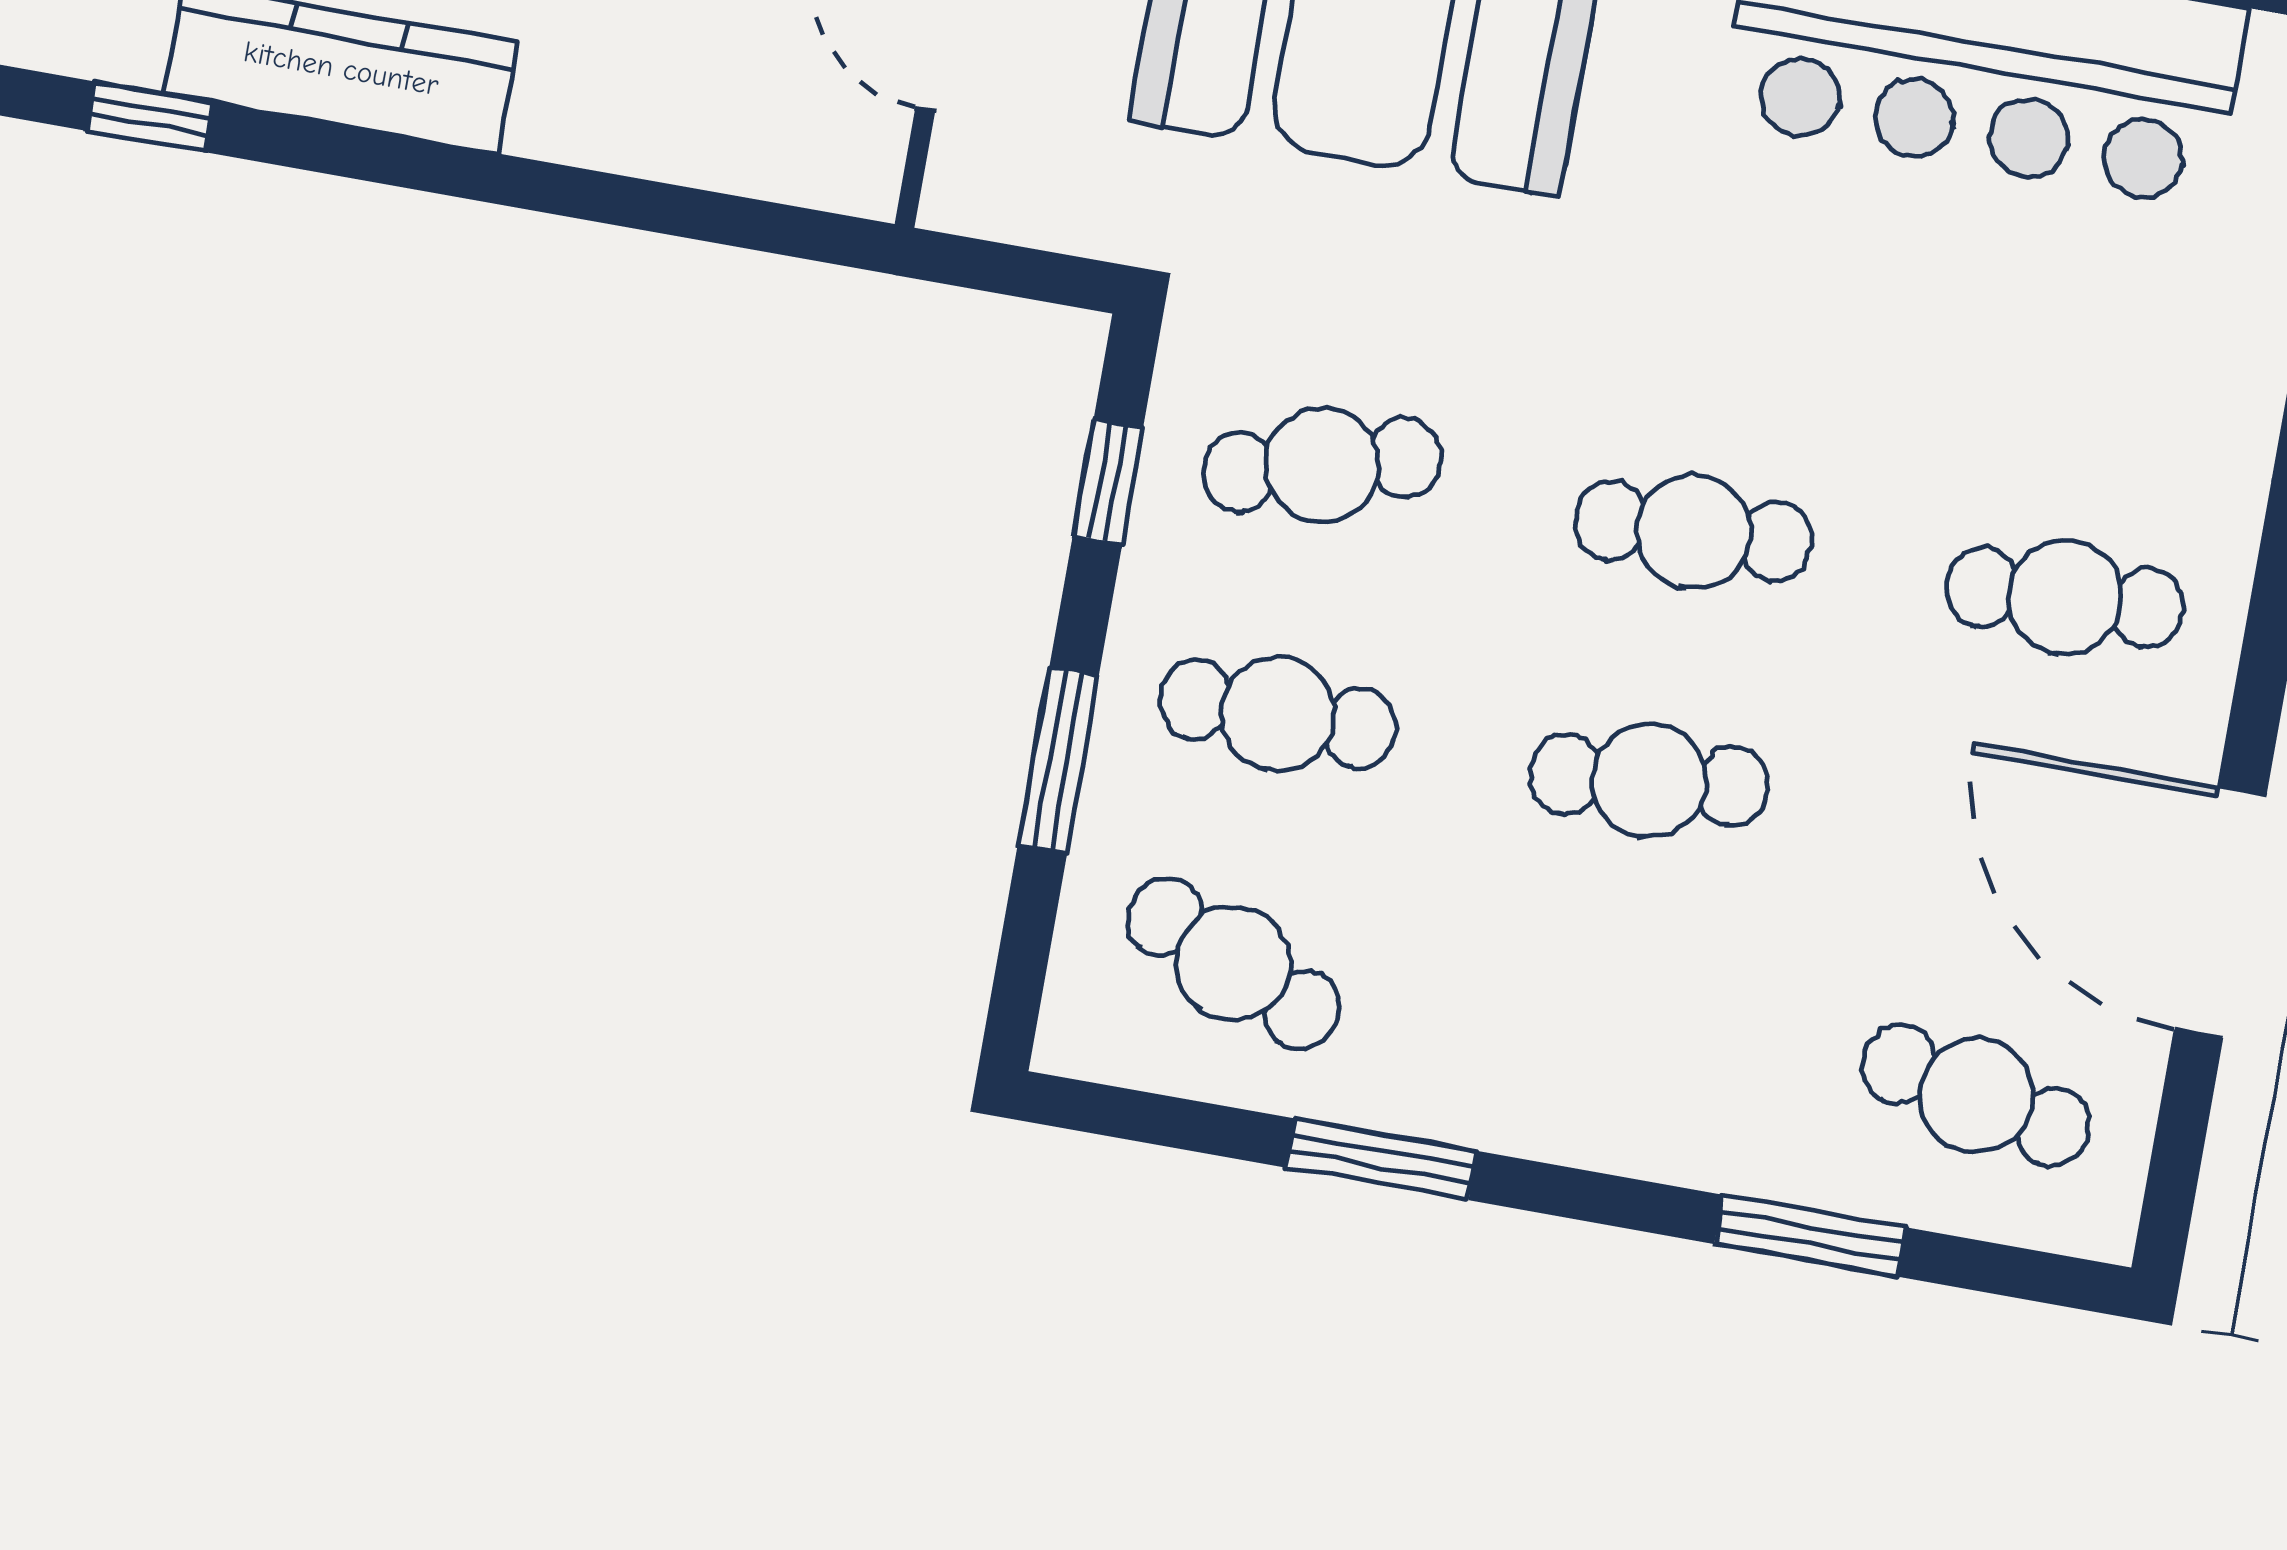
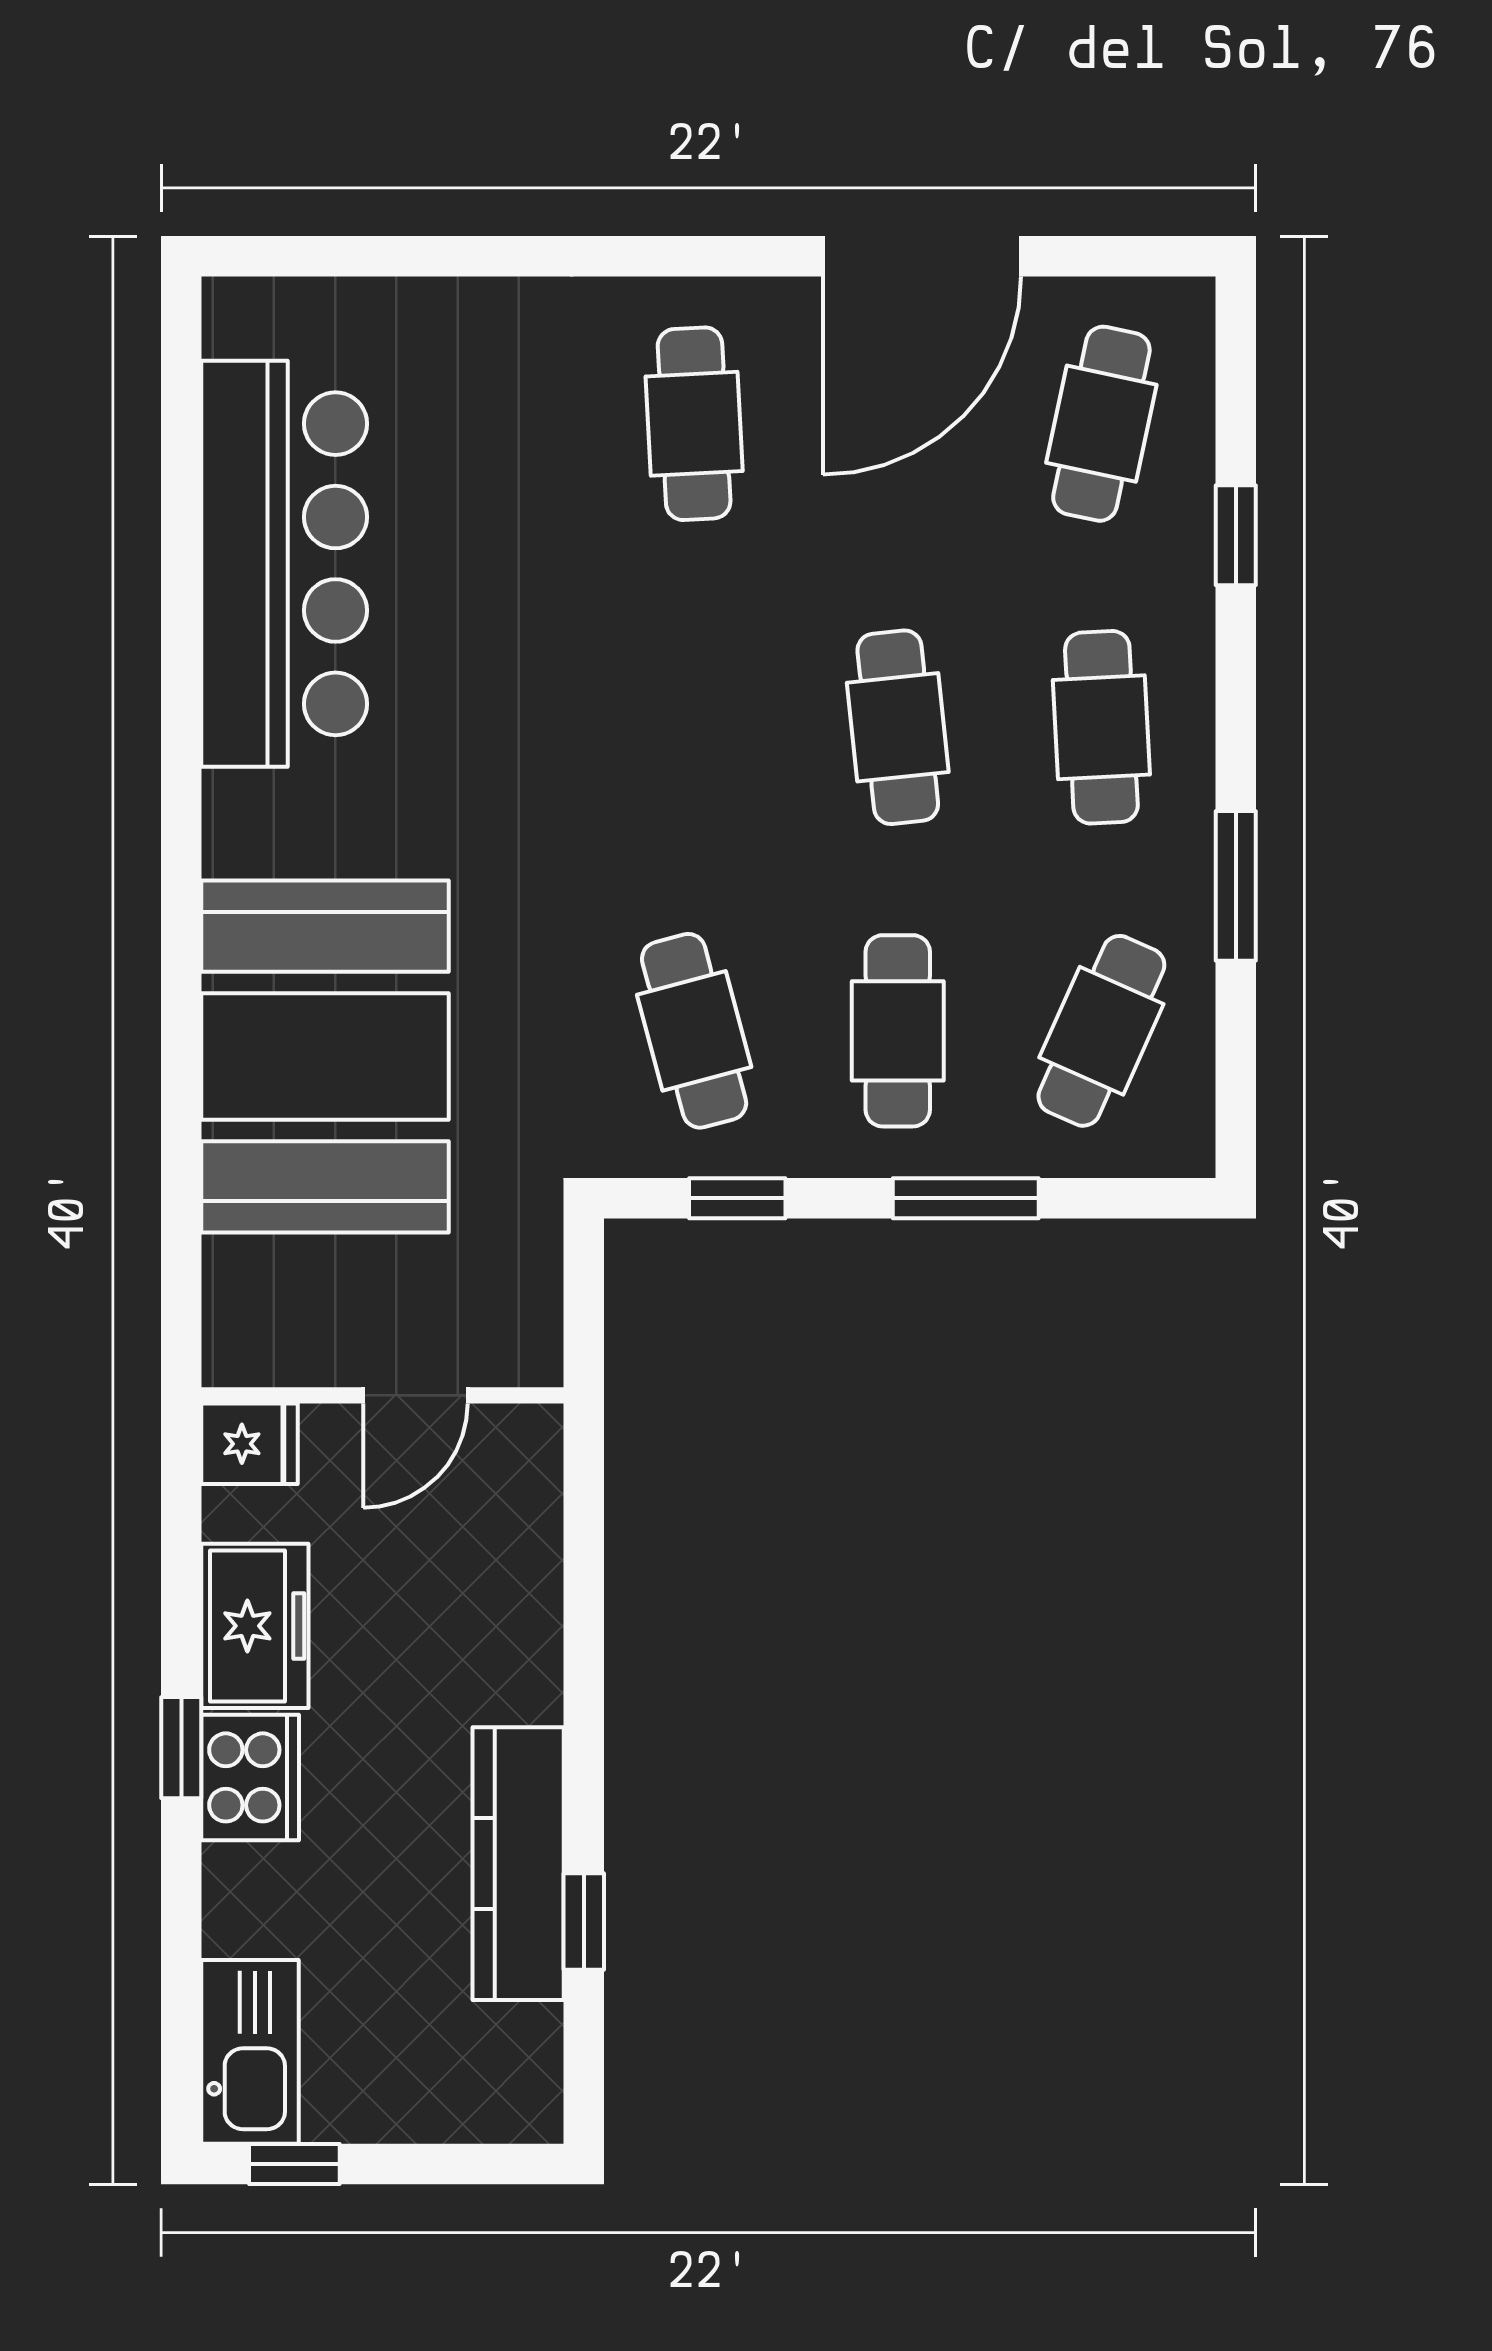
window: (150, 117) -> (584, 1922), moved
cafe table: (1694, 531) -> (1101, 727), moved
window: (1810, 1236) -> (1236, 535), width x0.67

